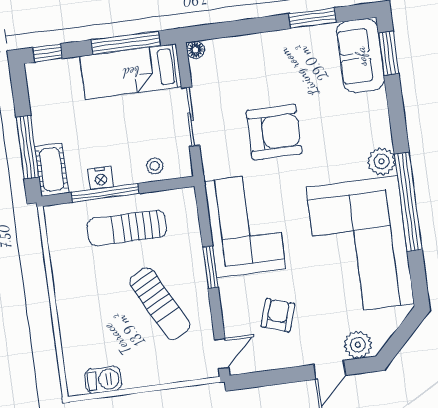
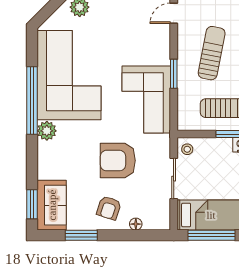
floor lamp: (196, 50) -> (136, 224), moved
stool: (155, 166) -> (187, 149), moved
sun lounger: (160, 304) -> (212, 53), turned 39
armchair: (278, 315) -> (109, 208), moved

